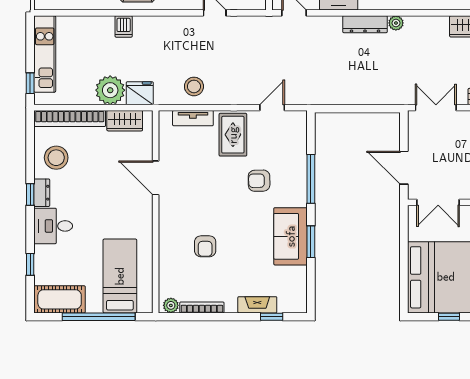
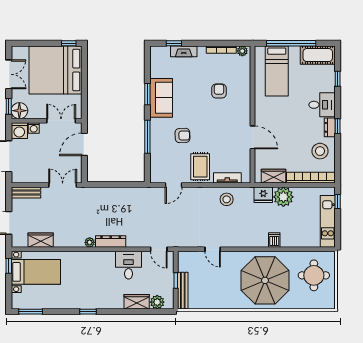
double door: (436, 108) -> (63, 185), swing flipped
door: (404, 168) -> (84, 144), swing flipped
window: (449, 317) -> (69, 43), moved

